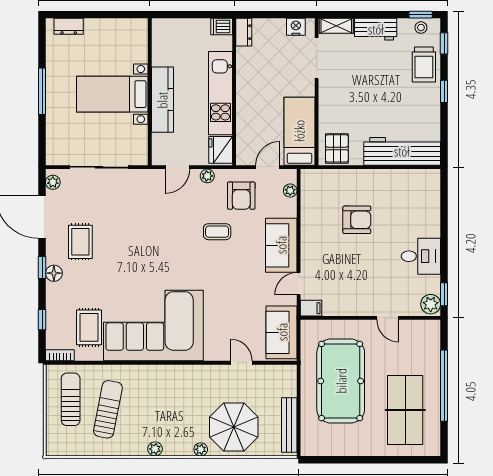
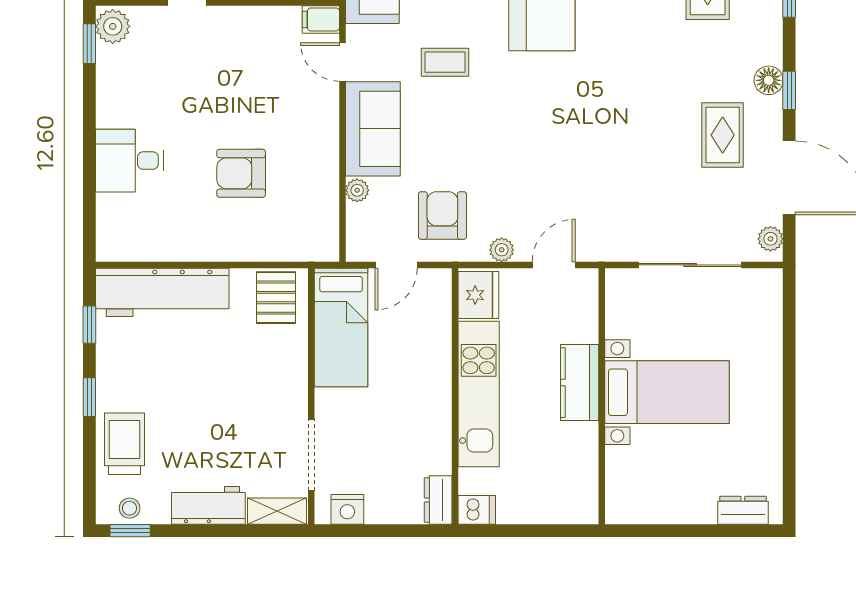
window: (444, 43) -> (89, 325), moved
window: (42, 91) -> (789, 397), removed
kitchen counter: (162, 100) -> (580, 383), width x0.67
plant: (290, 191) -> (357, 190), moved
coffee table: (217, 232) -> (445, 62), moved
desk: (421, 256) -> (130, 161), moved
door: (299, 284) -> (342, 62), swing flipped

